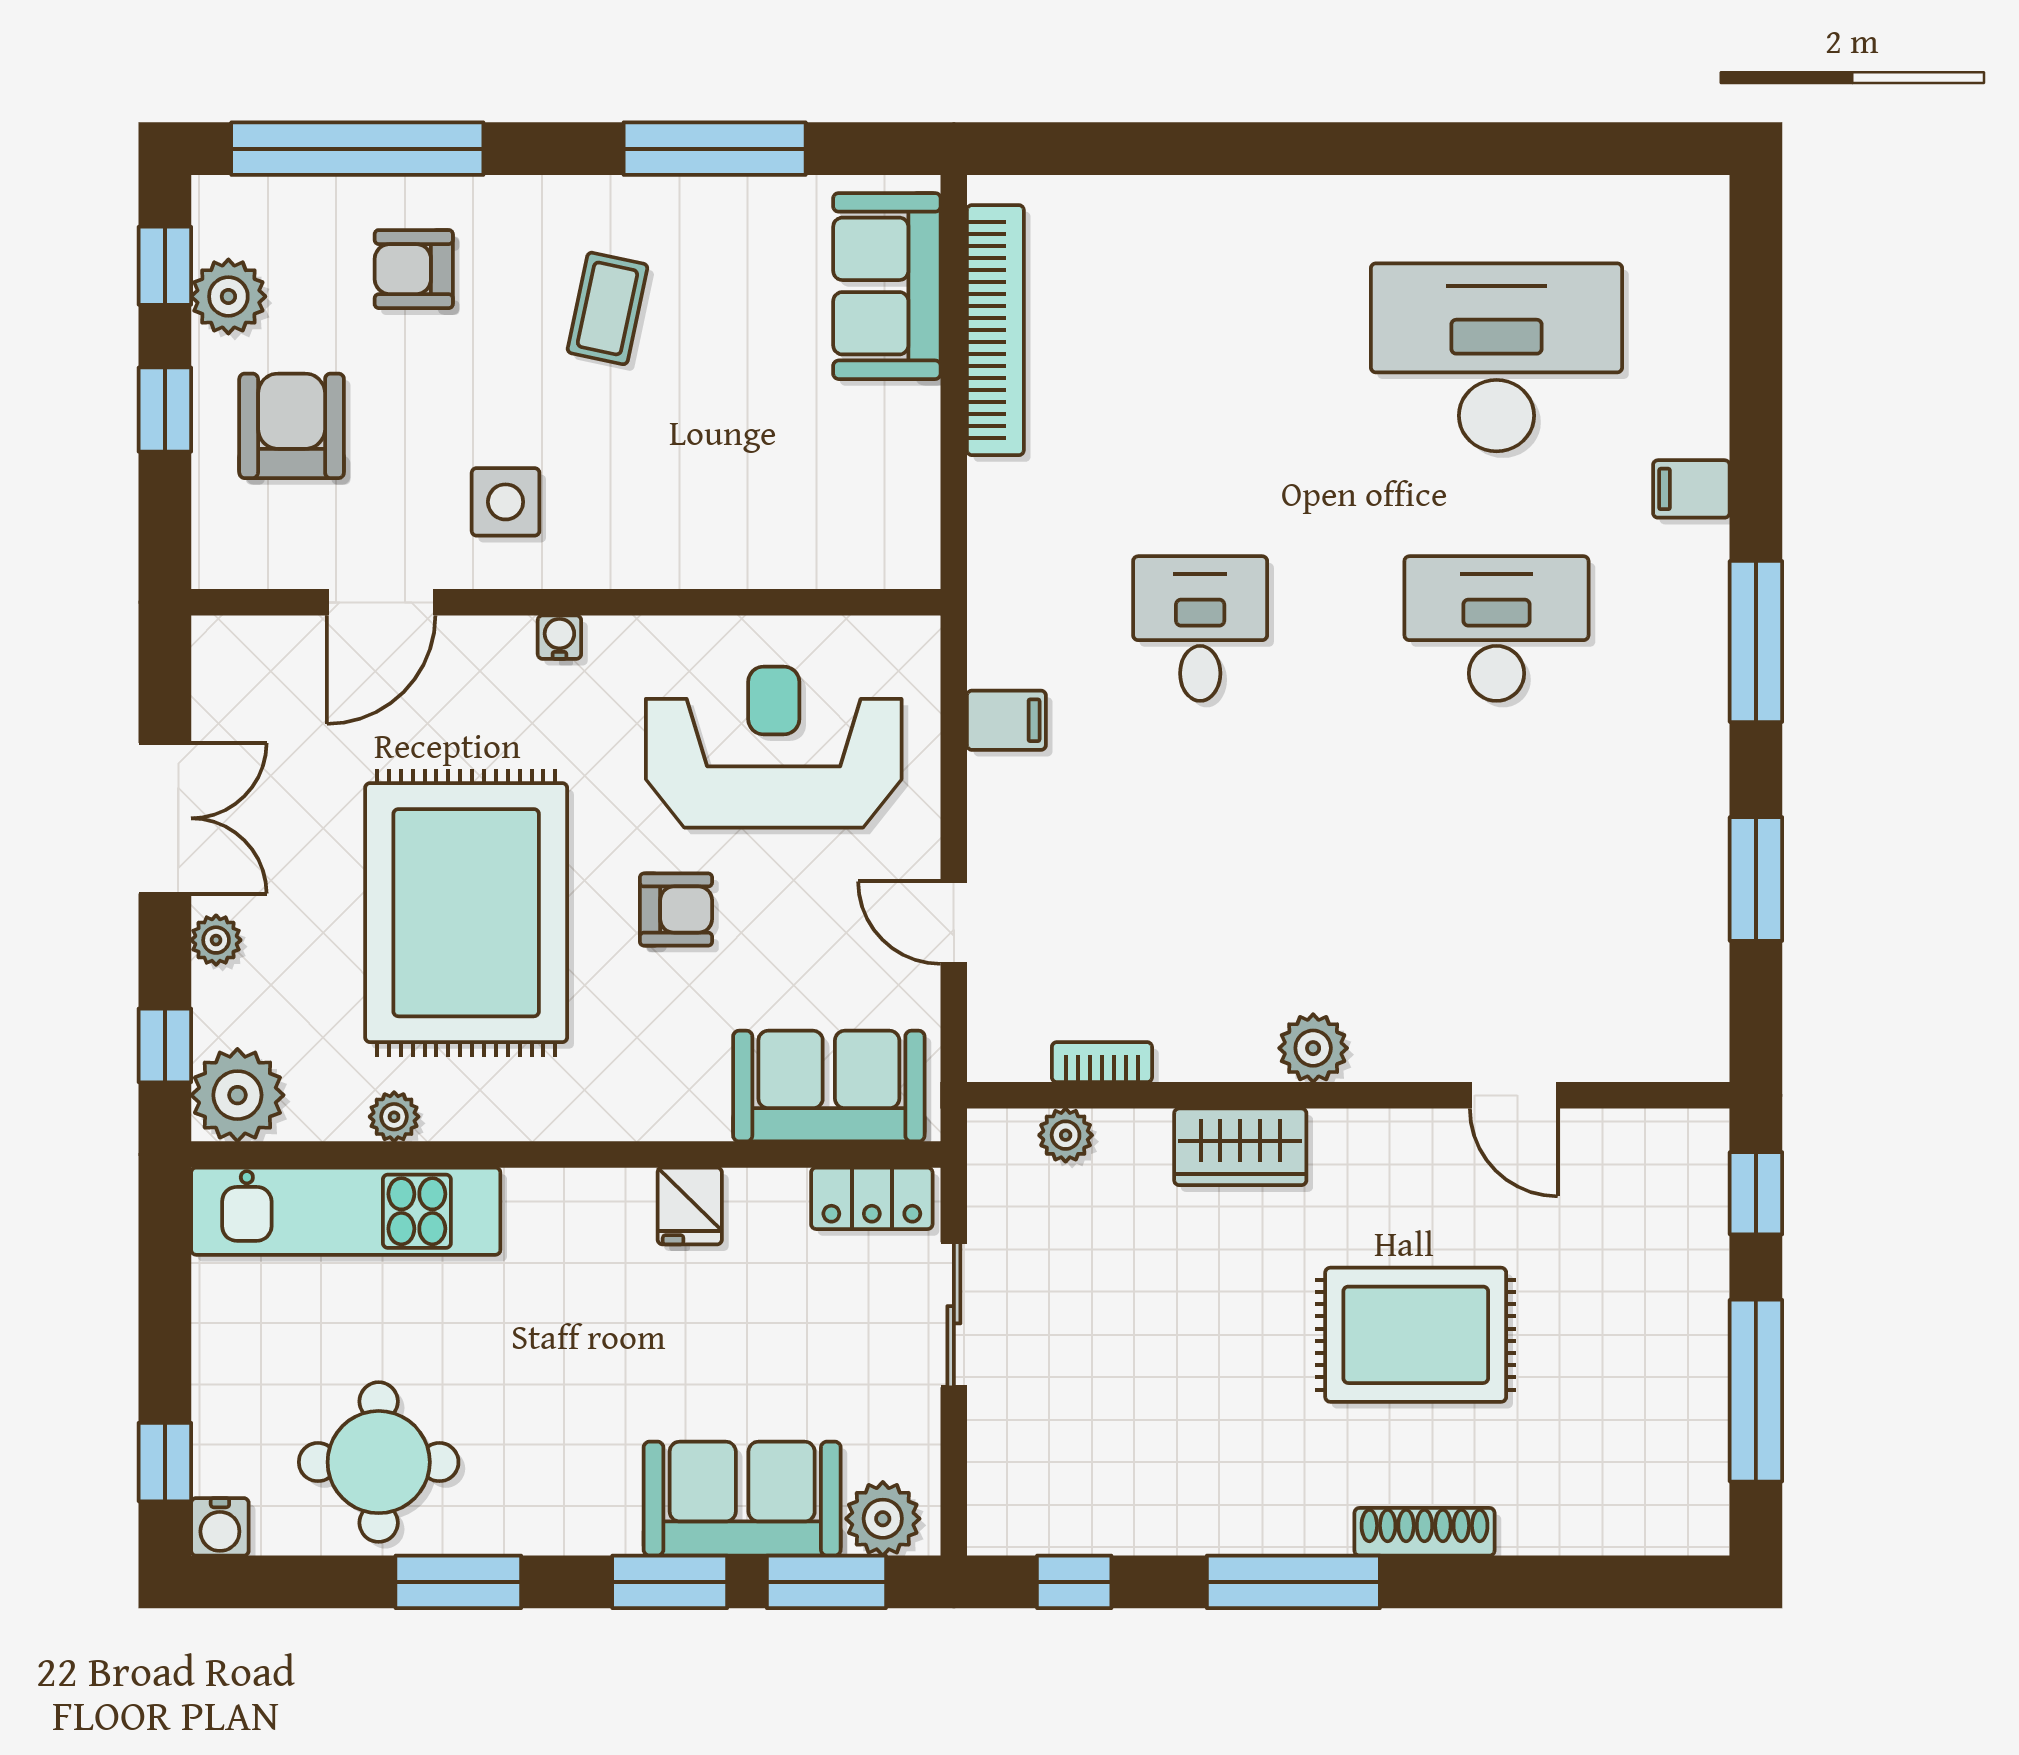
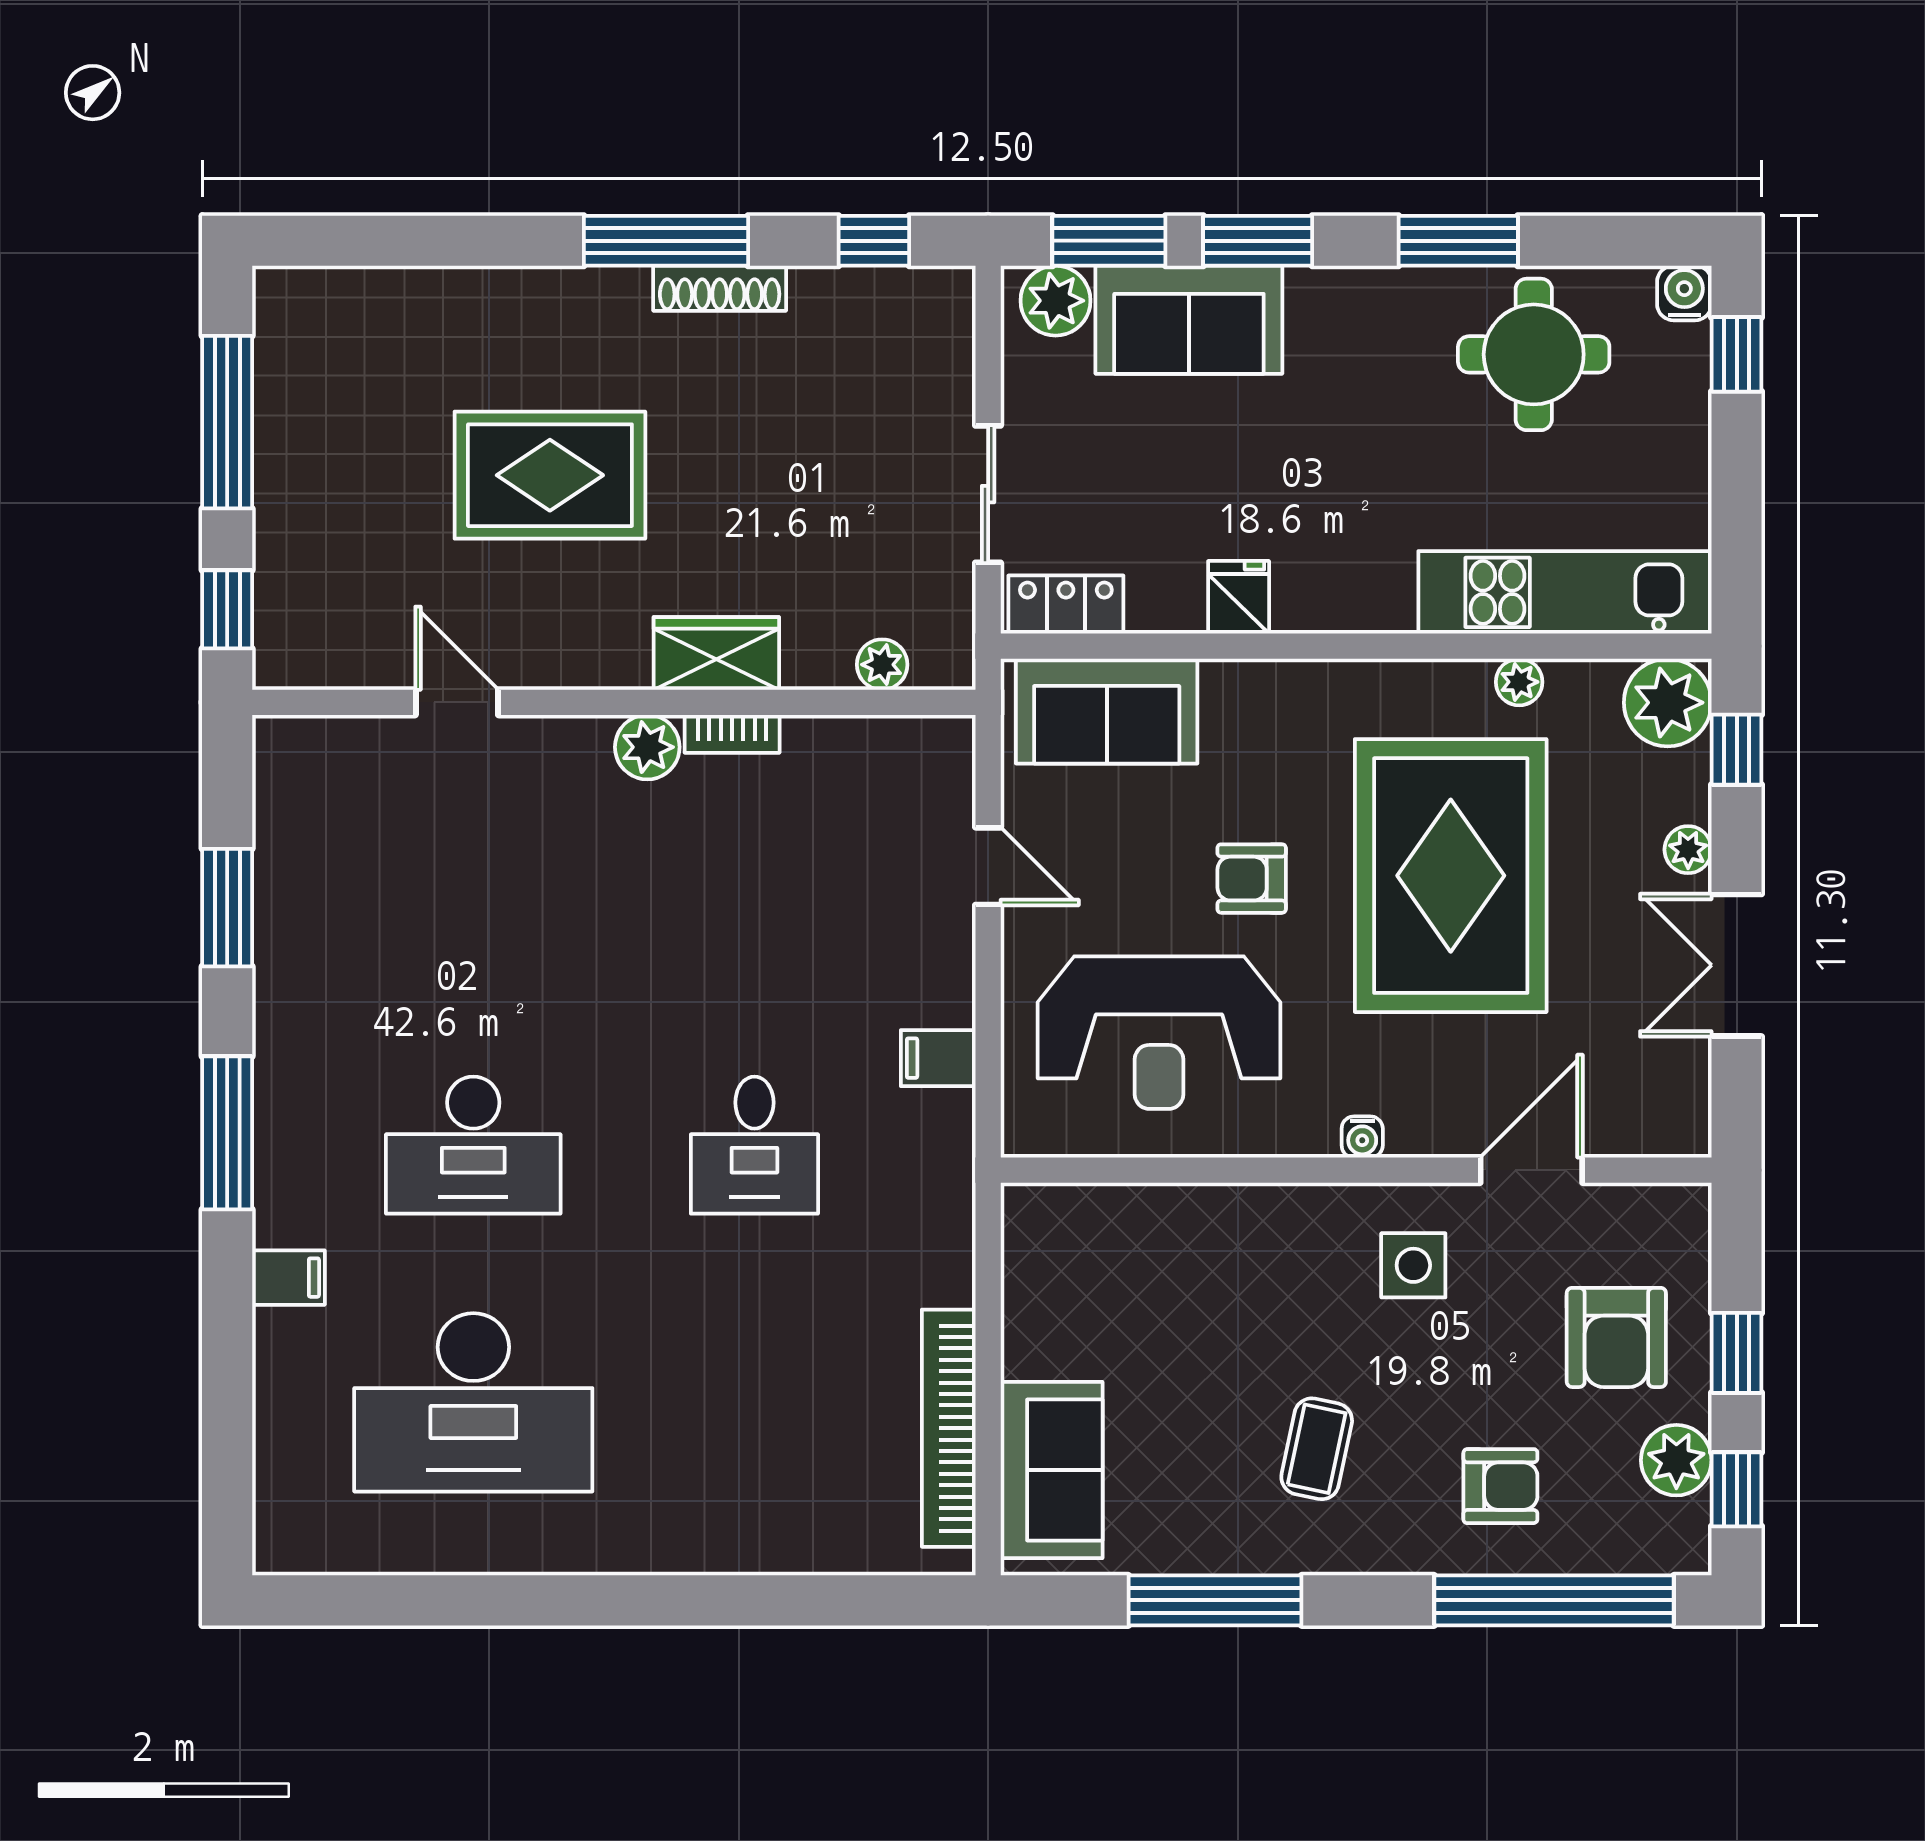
bookcase: (1102, 1062) -> (732, 734), moved
shoe rack: (1424, 1532) -> (720, 288), moved

